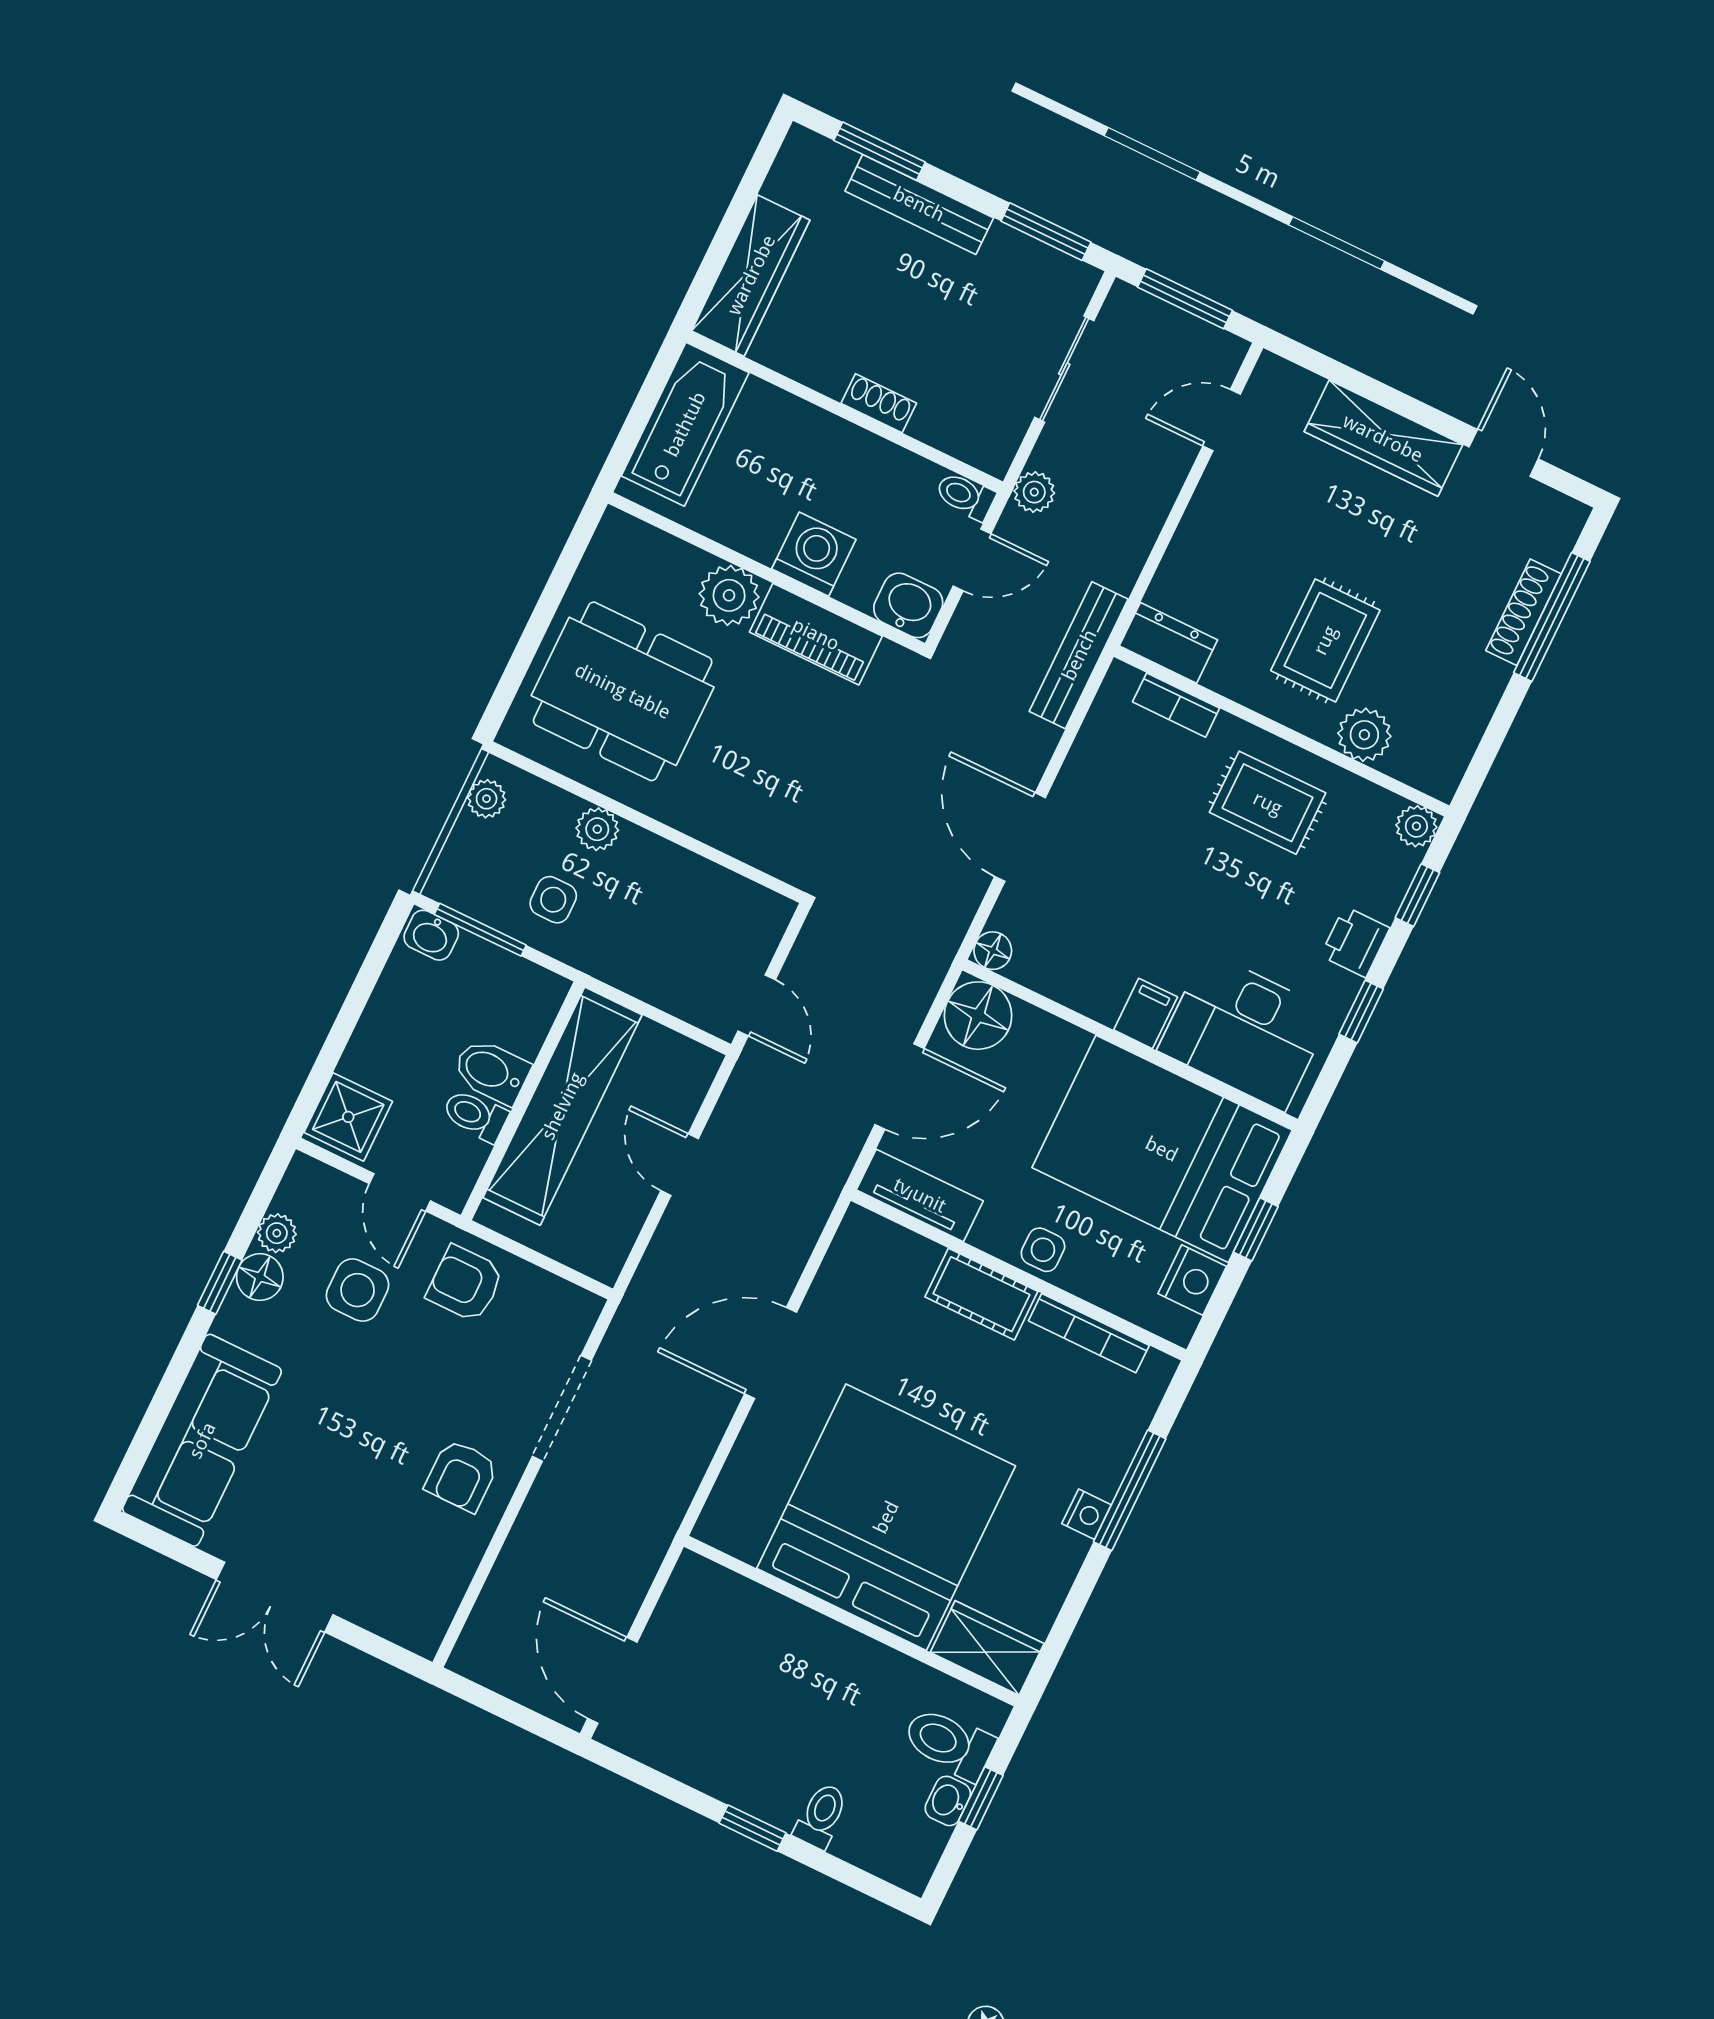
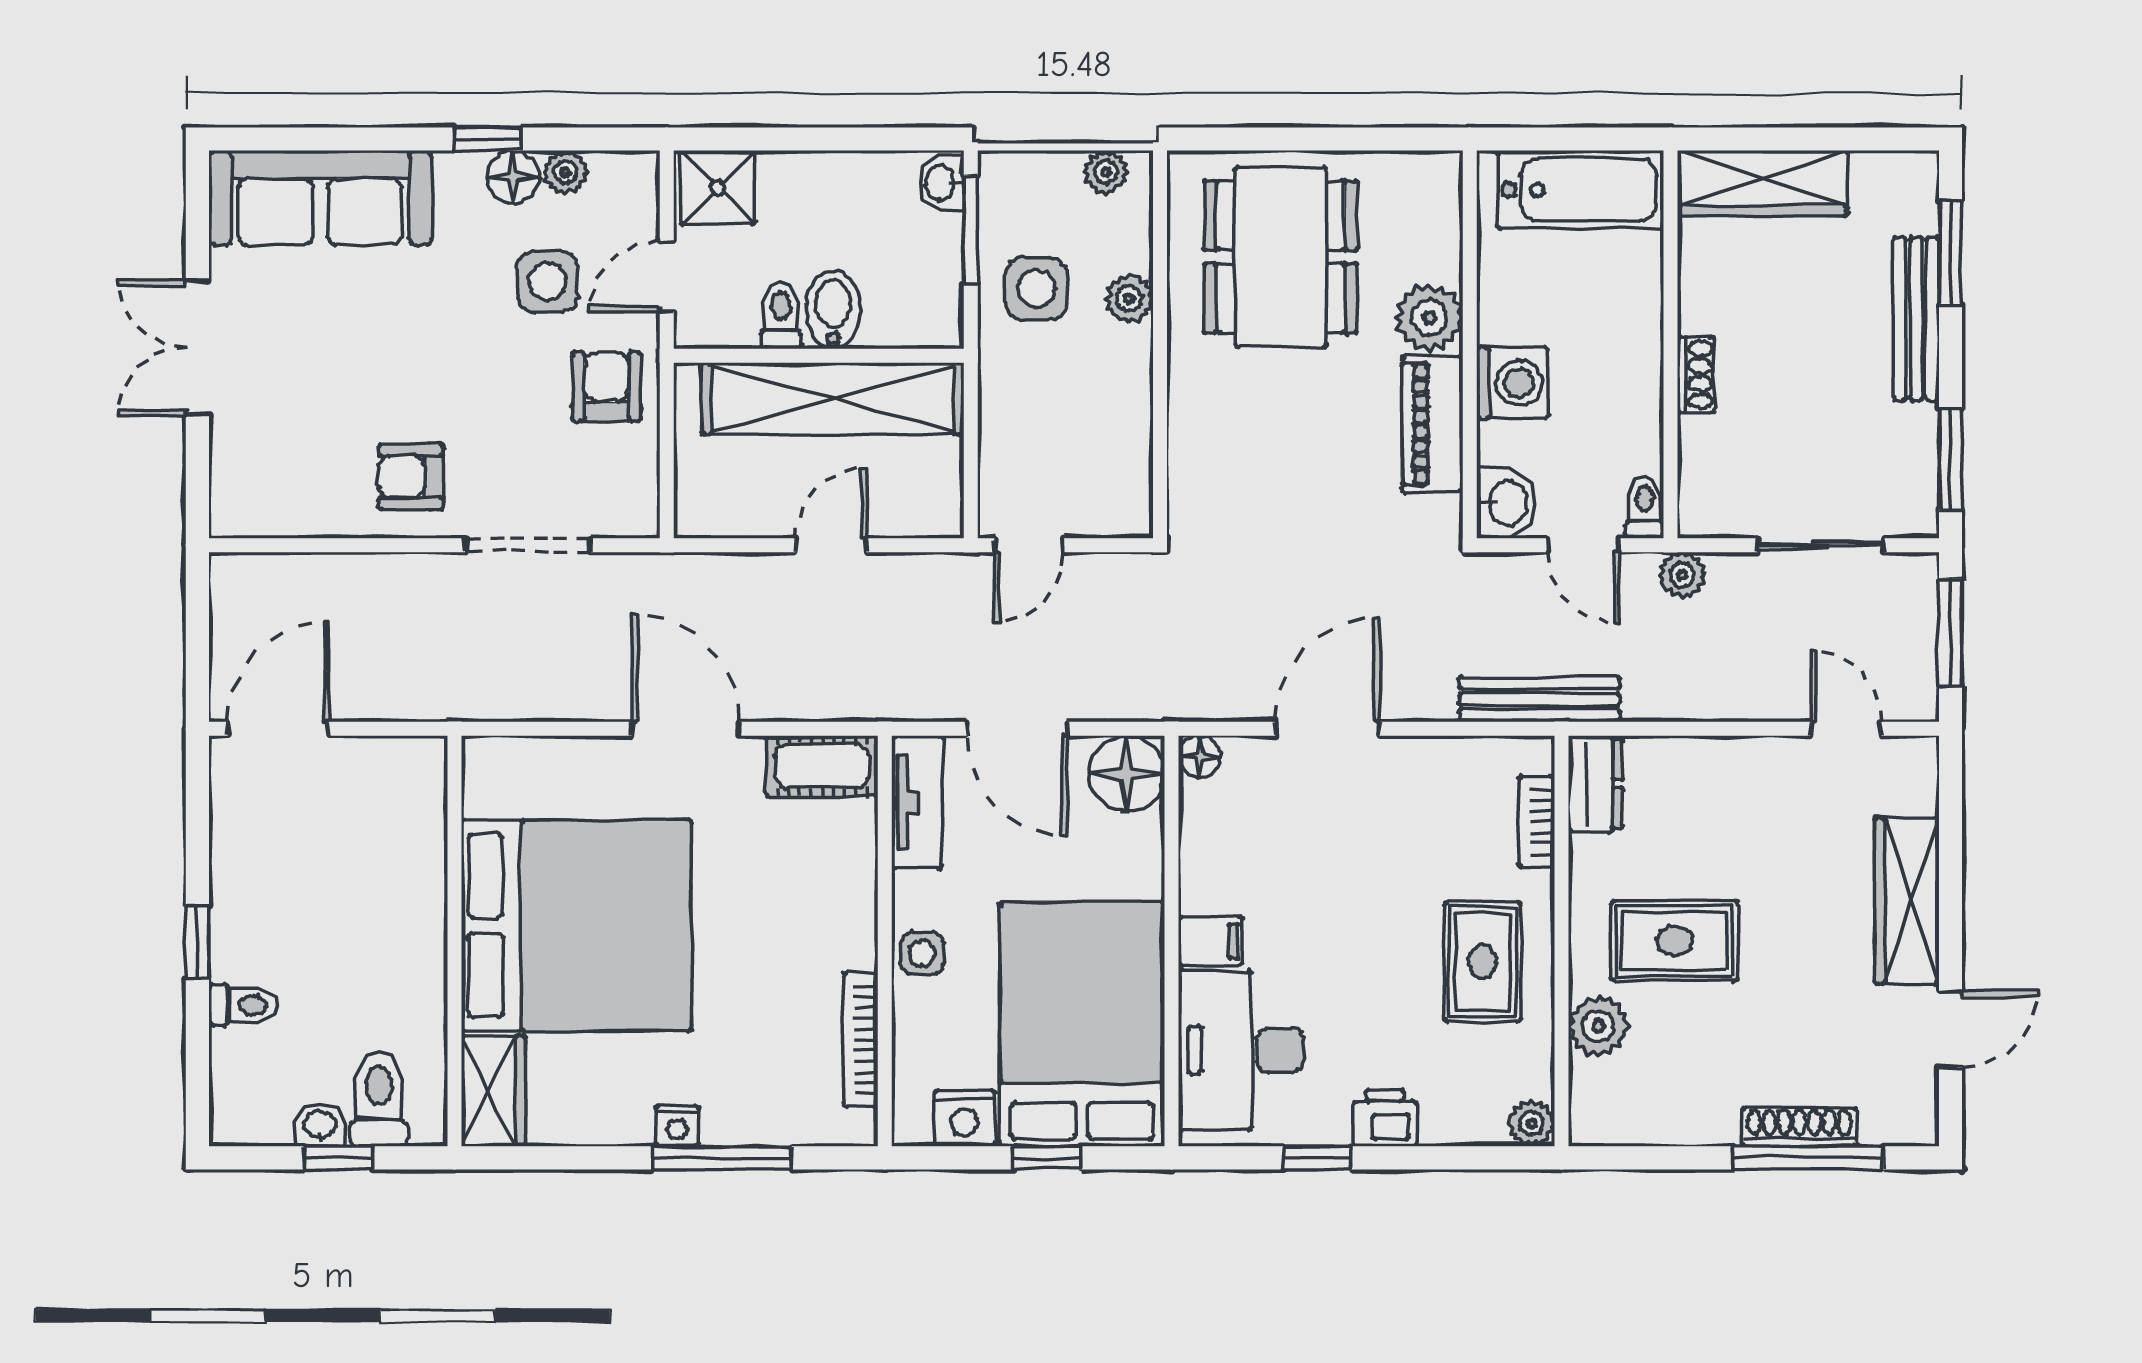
window: (1417, 895) -> (1462, 1158), removed
side table: (553, 900) -> (1037, 289), width x1.37, depth x1.37
cot: (981, 1294) -> (822, 766), moved, turned 90

